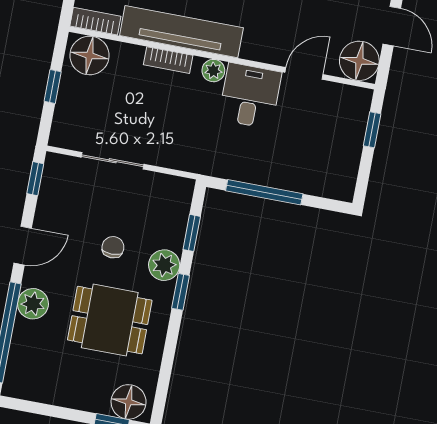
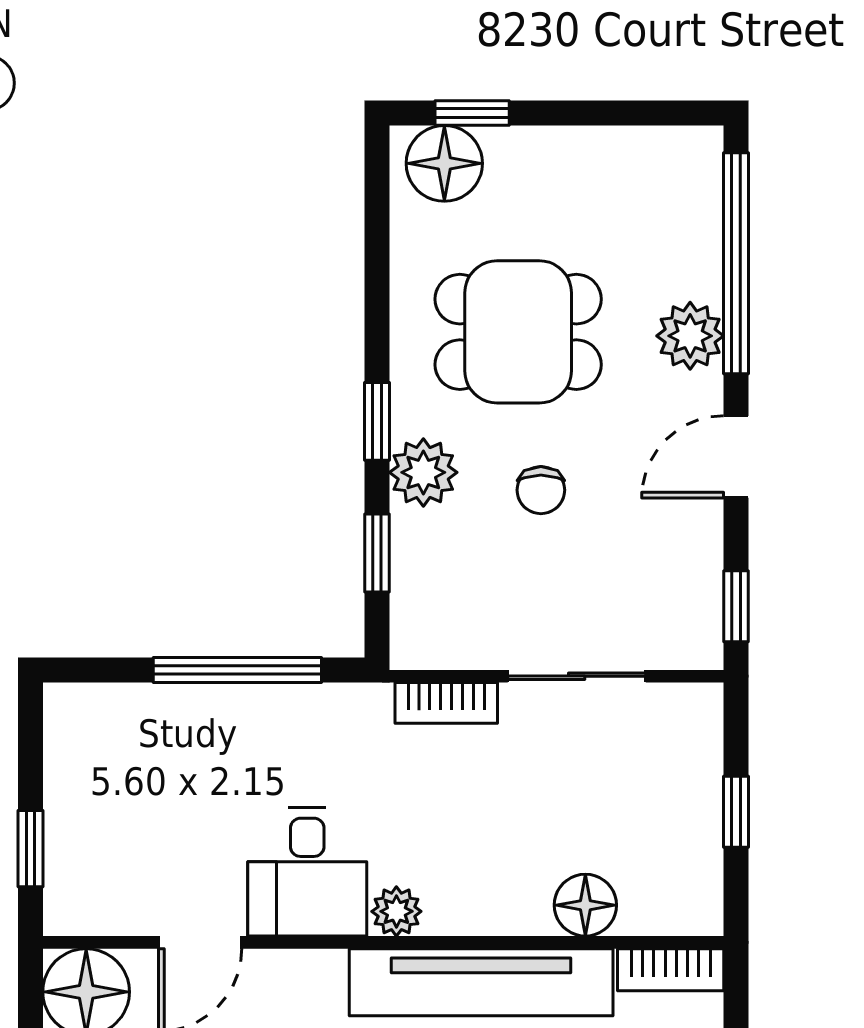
floor lamp: (89, 55) -> (585, 905), moved, width x0.73, depth x0.73
bookcase: (168, 60) -> (446, 703), moved, turned 180

